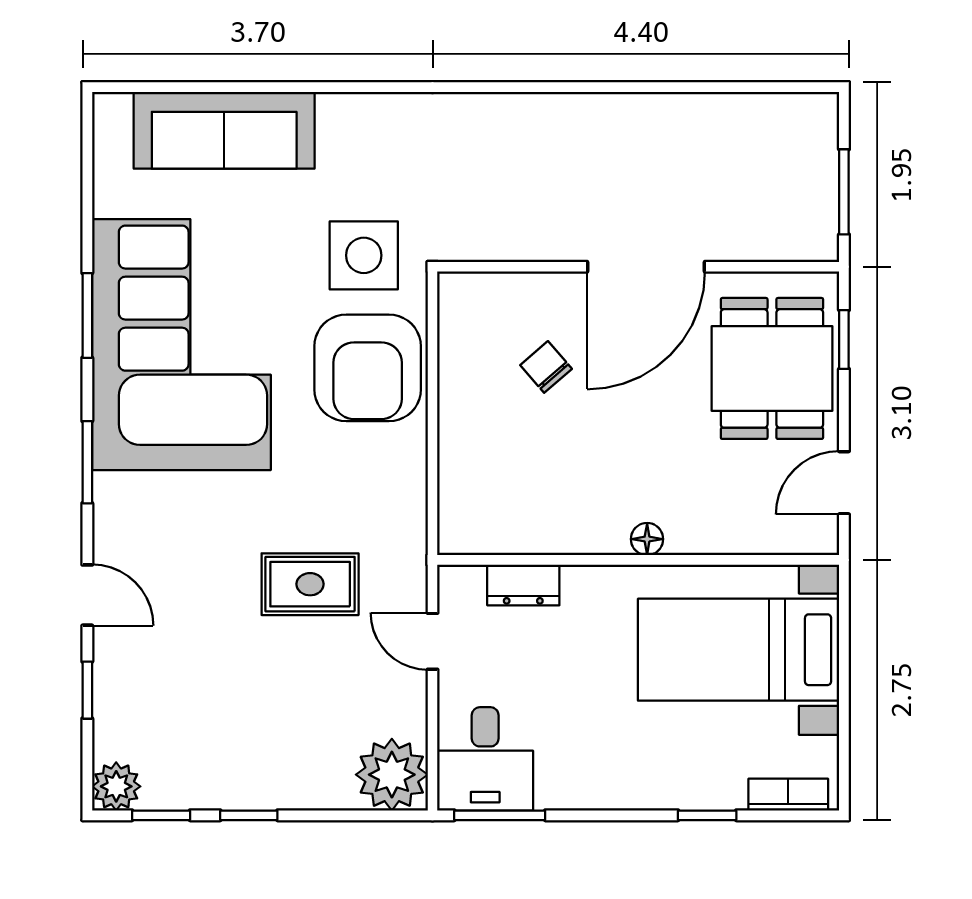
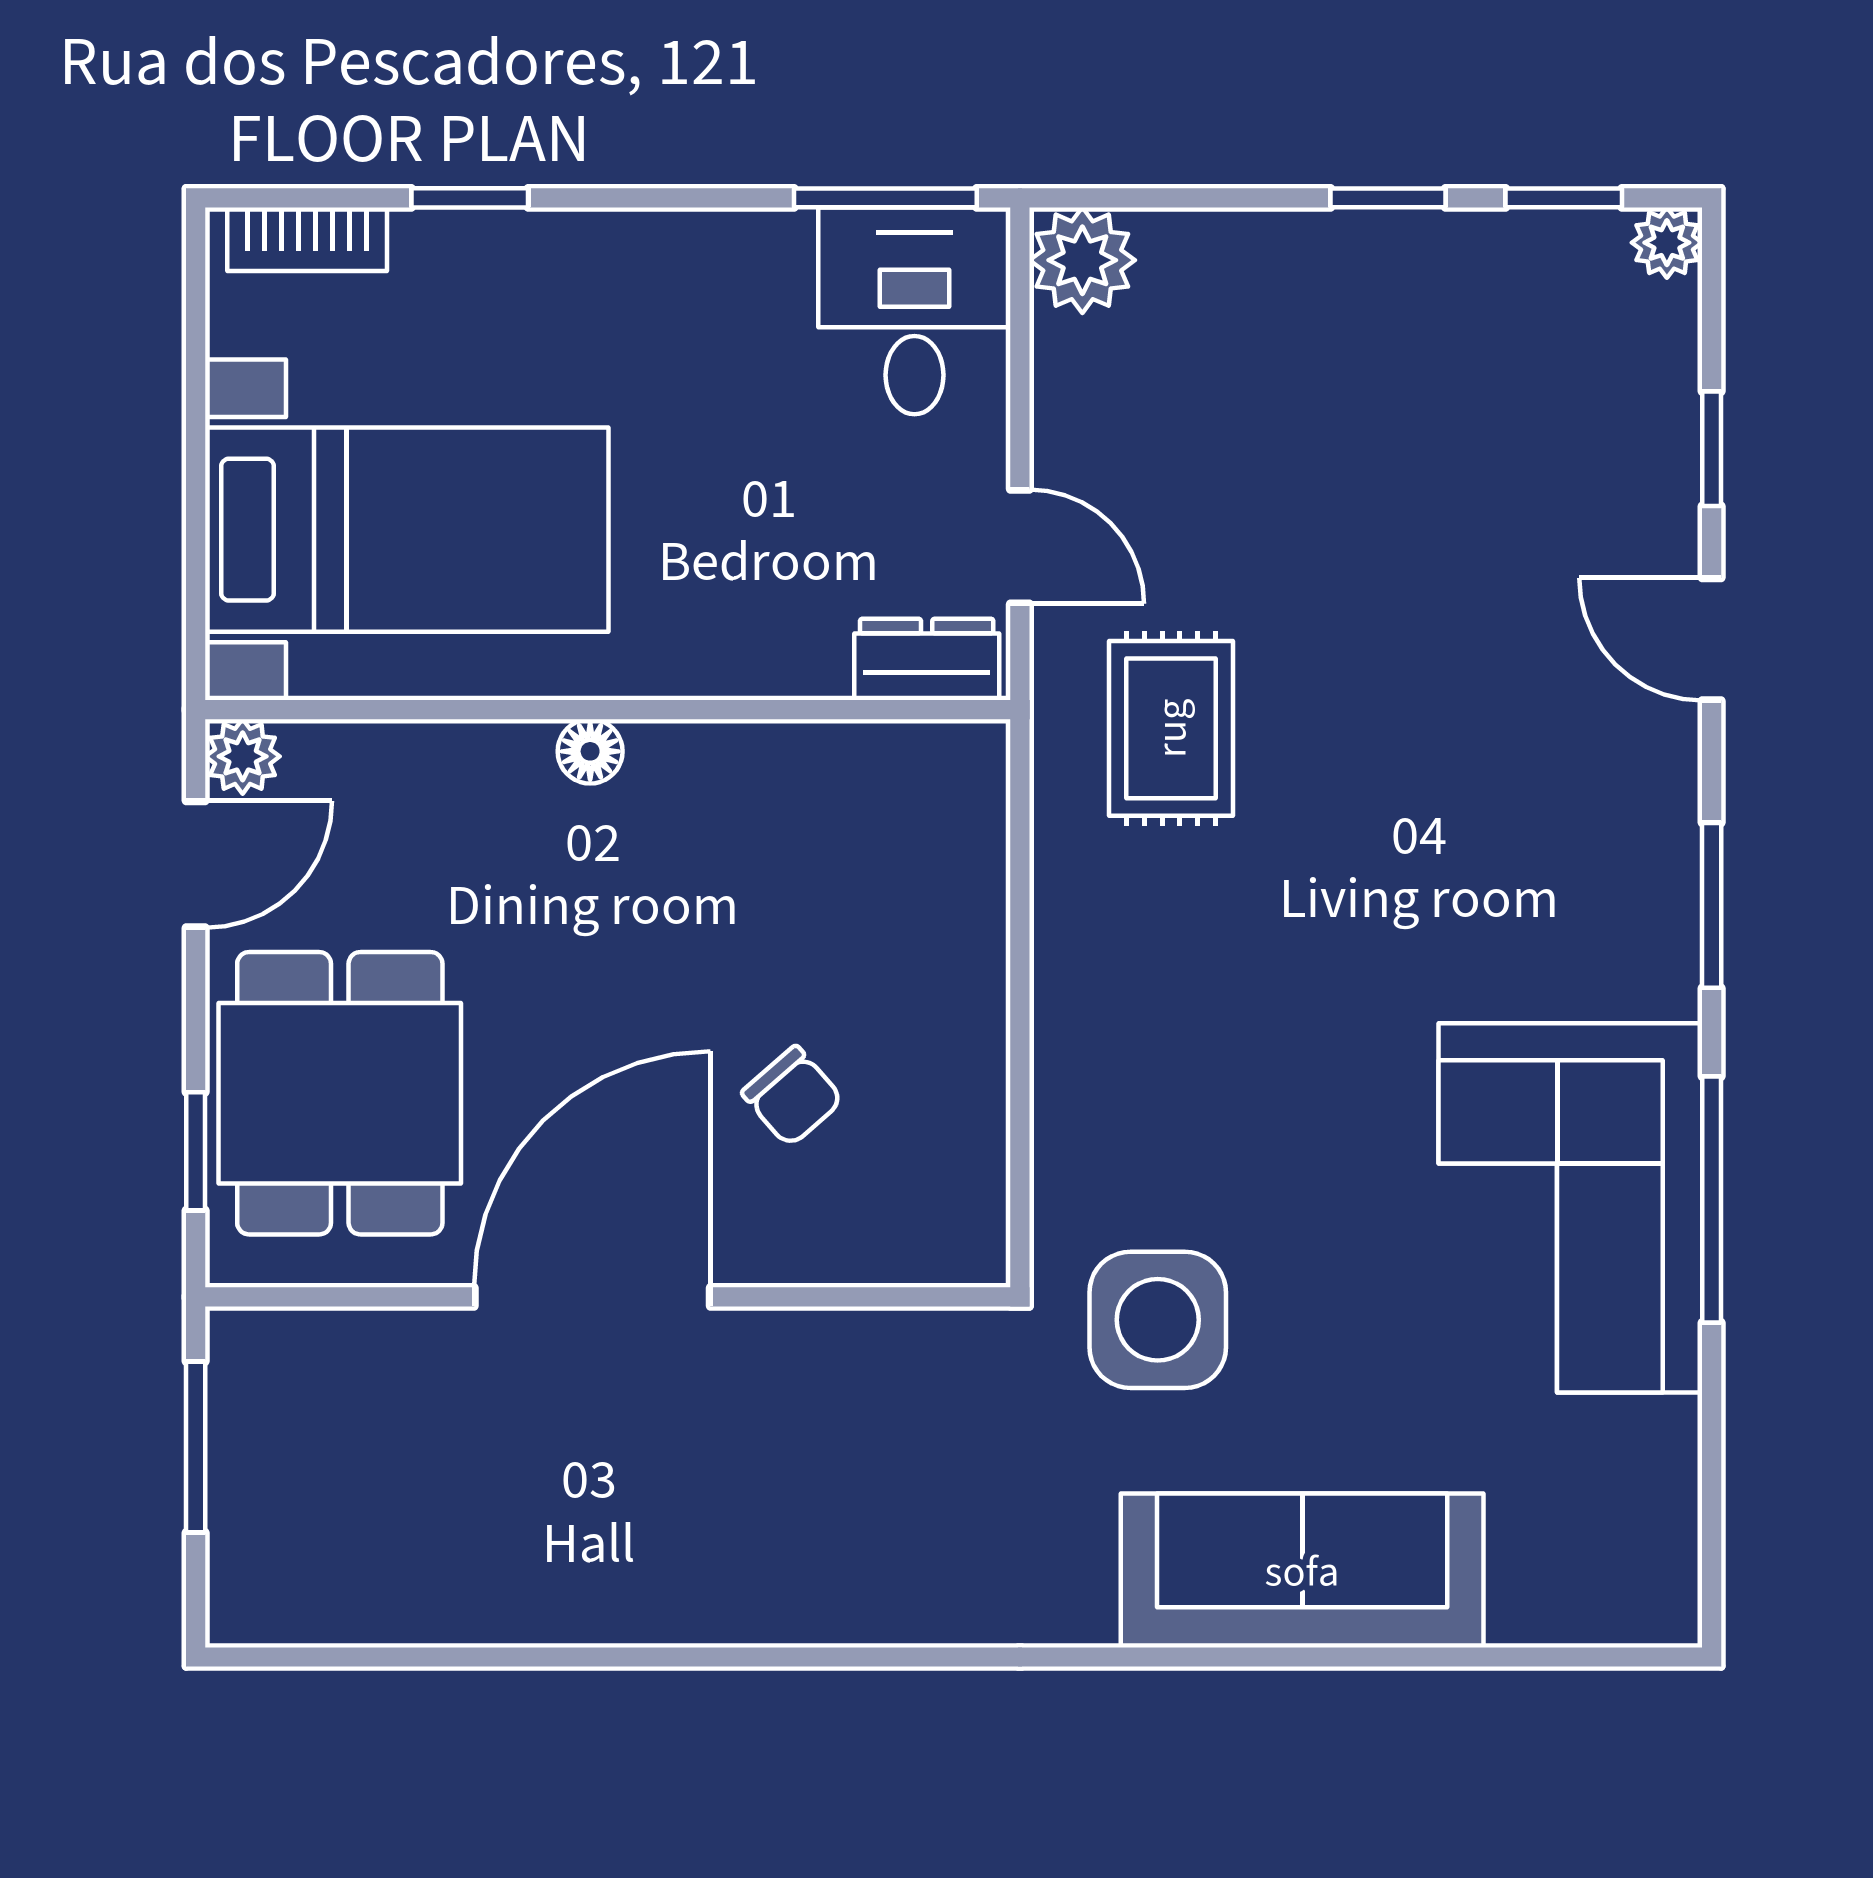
sofa: (224, 130) -> (1302, 1571), moved
window: (87, 315) -> (1712, 1199), width x1.44
corner sofa: (181, 345) -> (1570, 1208), width x0.73, depth x0.74
armchair: (368, 368) -> (1150, 1094), removed
plant: (820, 537) -> (243, 756), added
rug: (310, 584) -> (1171, 728), moved, turned 90
dresser: (523, 585) -> (927, 659), moved
plant: (392, 775) -> (1082, 260), width x0.73, depth x0.73
plant: (116, 786) -> (1667, 243), width x0.73, depth x0.73

